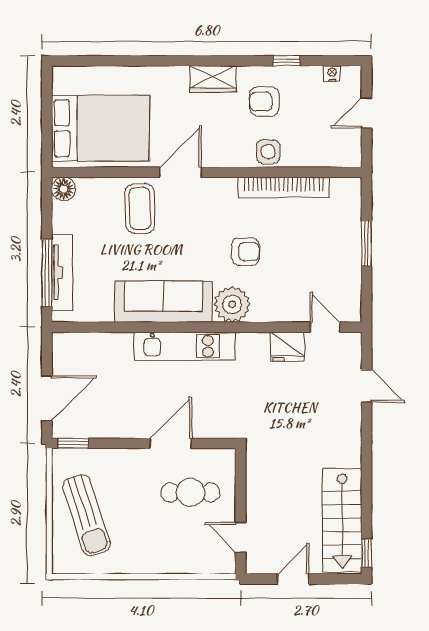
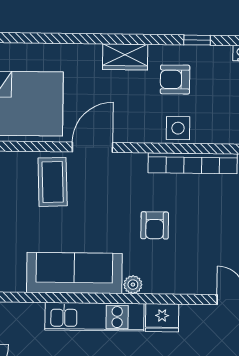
armchair: (245, 252) -> (155, 225), turned 90
plant: (232, 304) -> (133, 285), width x0.53, depth x0.53
fridge: (287, 347) -> (162, 318), moved

